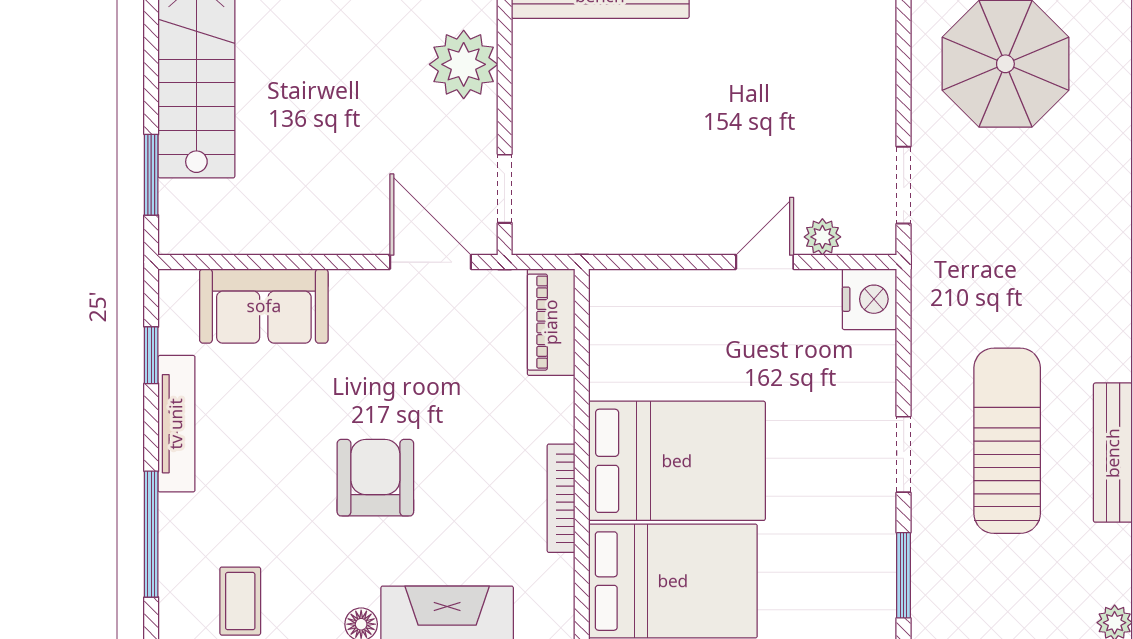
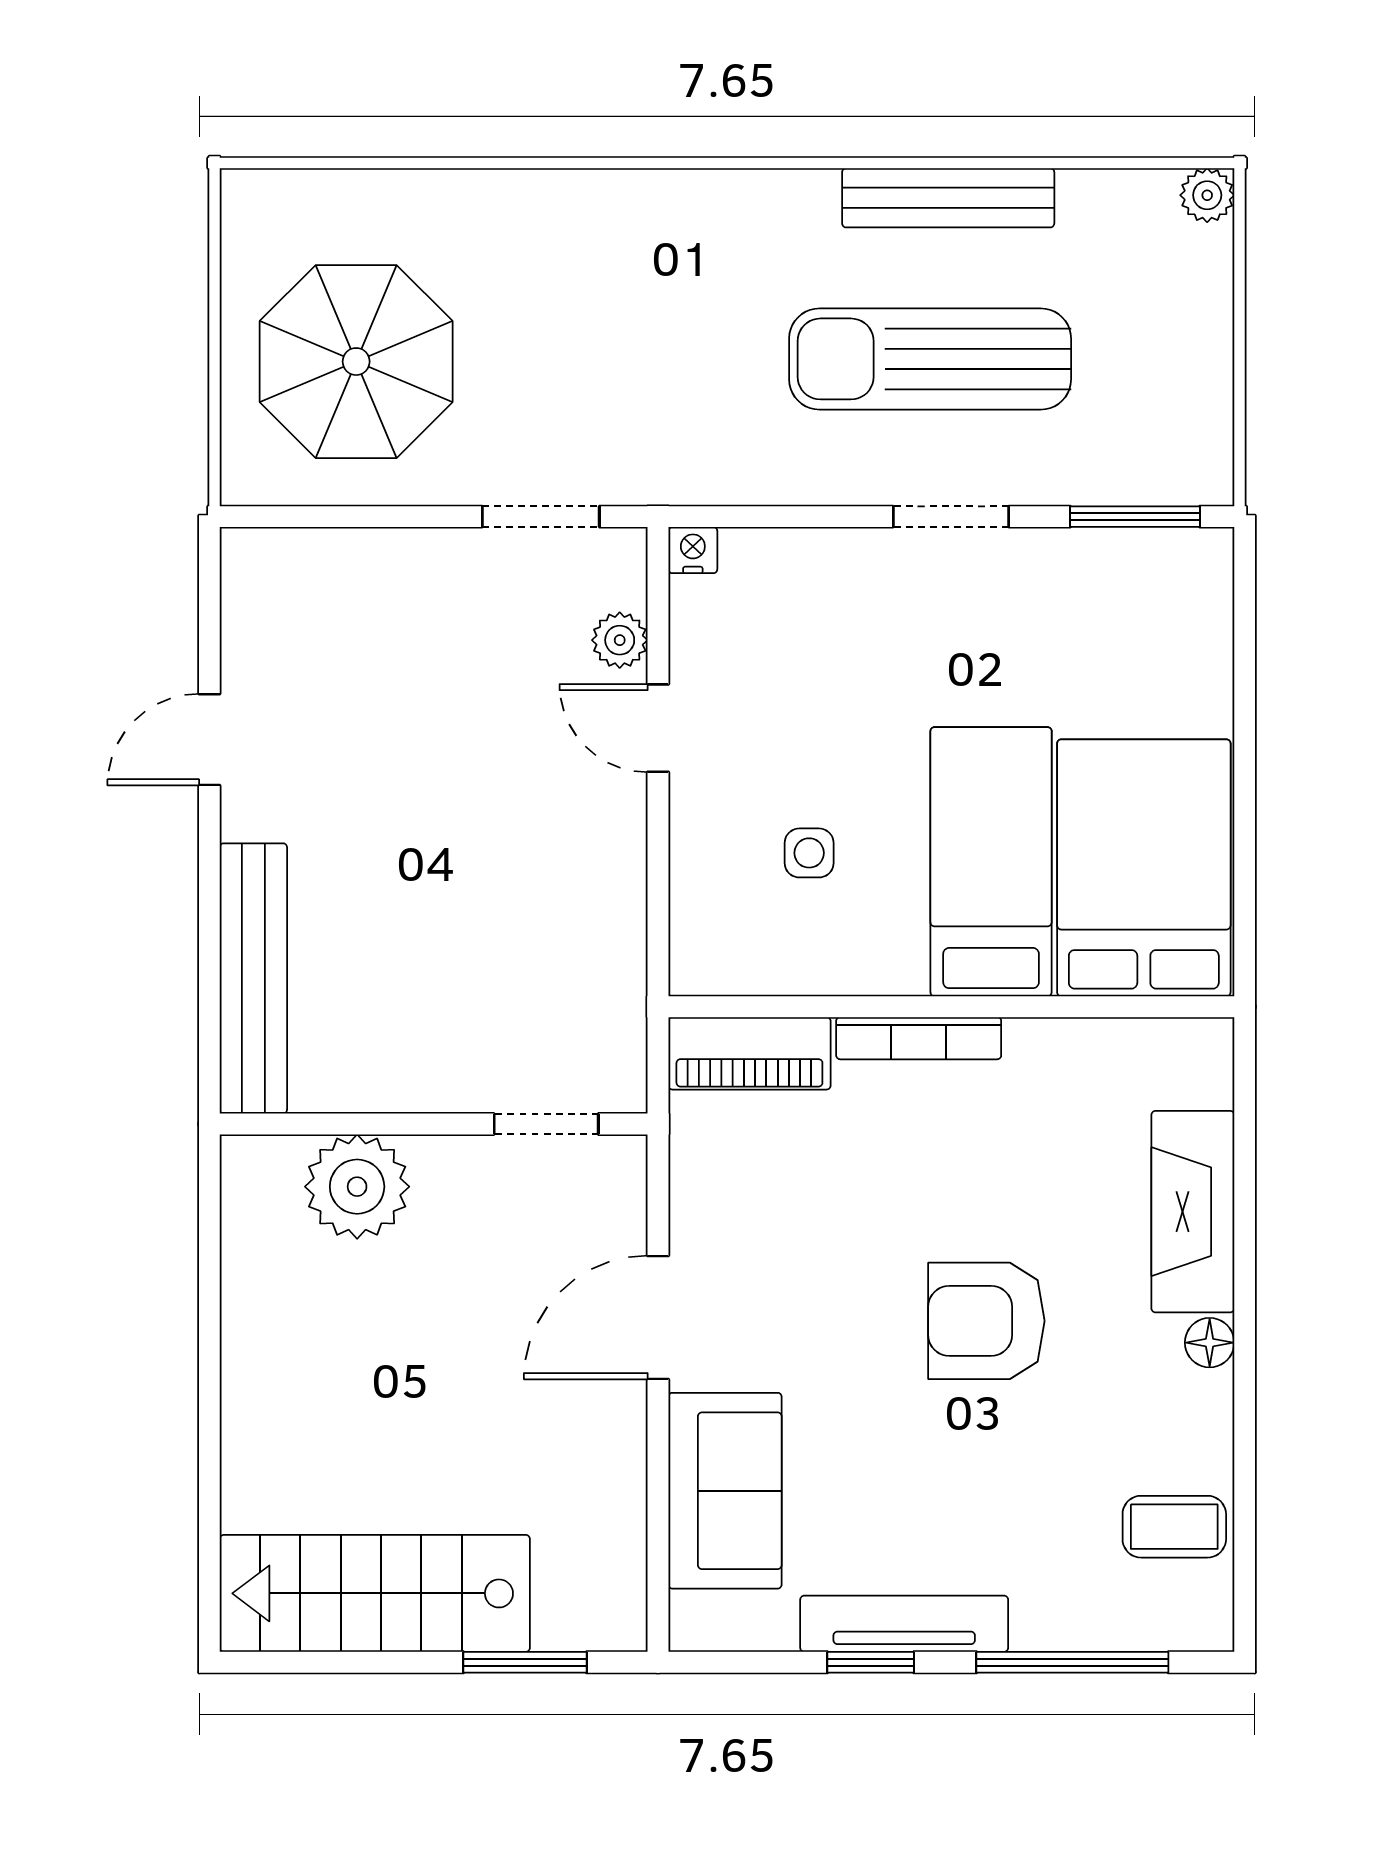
door: (430, 262) -> (658, 1317), moved
nightstand: (869, 299) -> (693, 550), width x0.53, depth x0.56
window: (151, 355) -> (871, 1662), moved
side table: (683, 361) -> (809, 853), added
bed: (677, 461) -> (991, 862), width x0.67
bookcase: (561, 498) -> (919, 1038), moved

